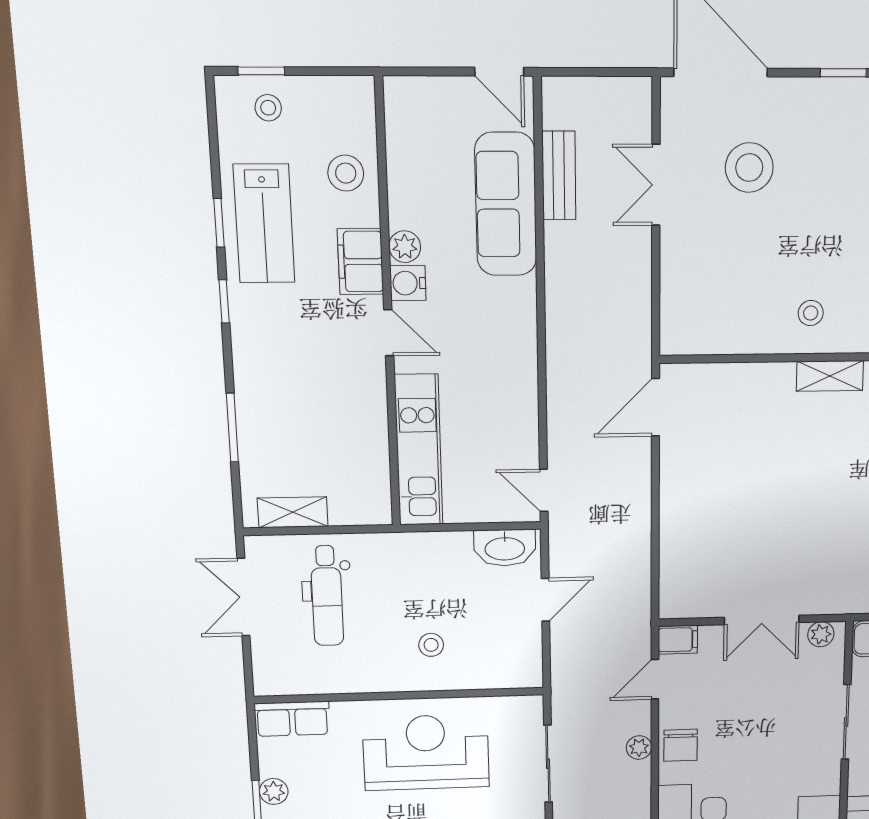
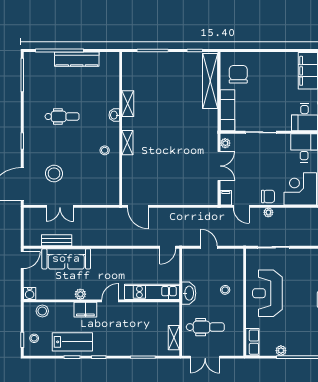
stool: (346, 173) -> (42, 311), moved
water cooler: (408, 283) -> (30, 294), moved
washbasin: (505, 548) -> (189, 293), moved

